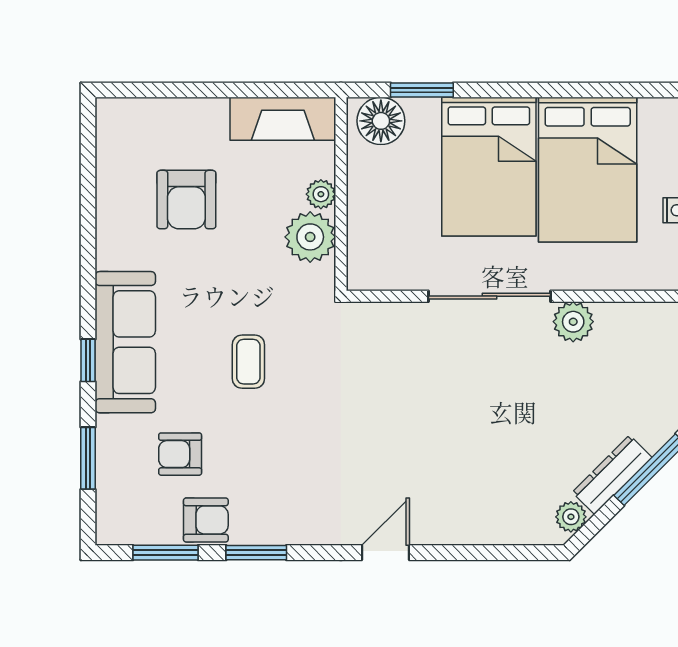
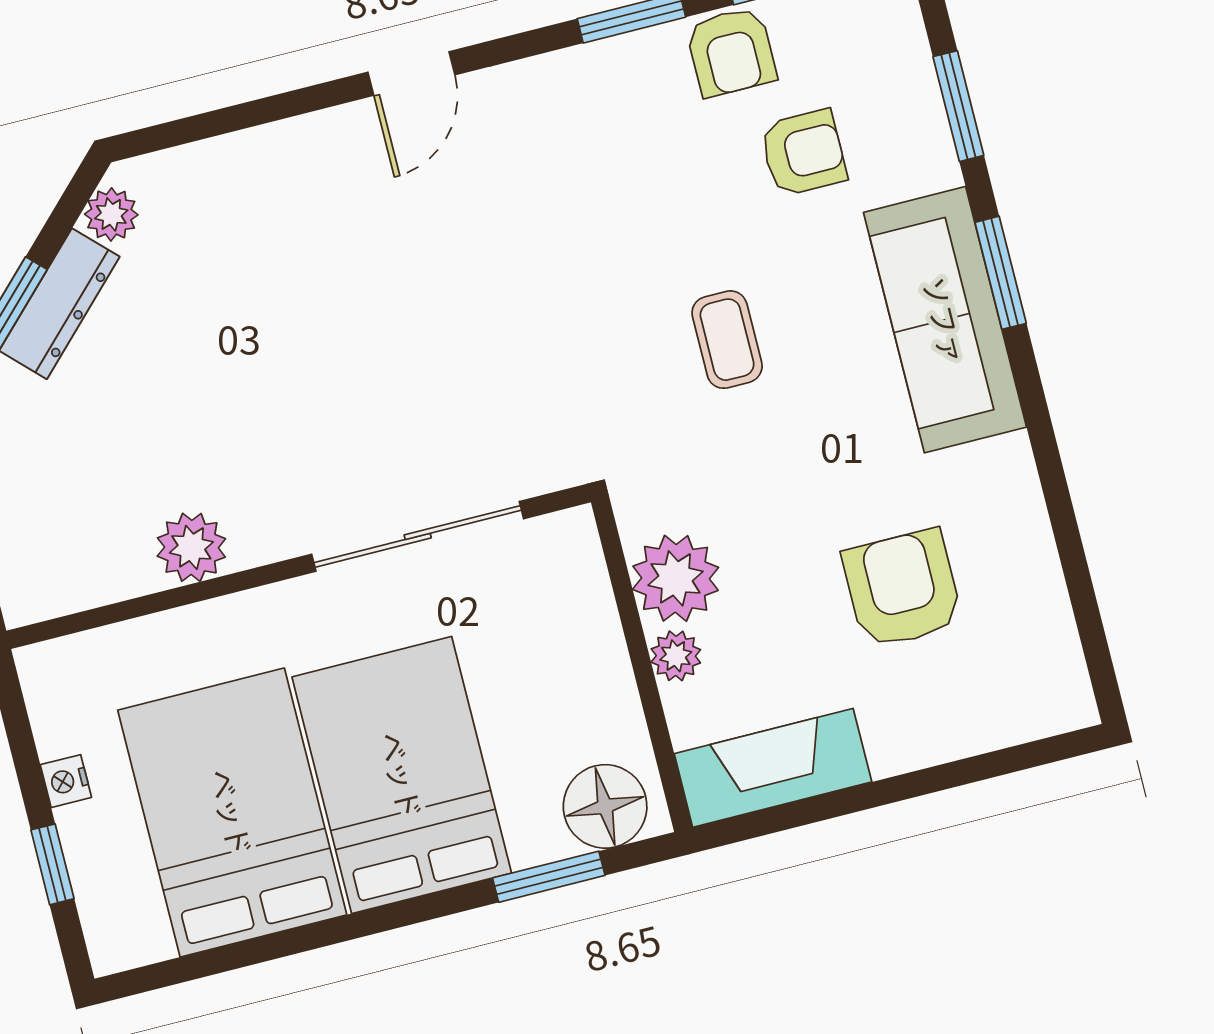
sliding door: (489, 296) -> (418, 536), moved
window: (88, 360) -> (1001, 273), width x1.50
armchair: (206, 520) -> (731, 52), turned -90

